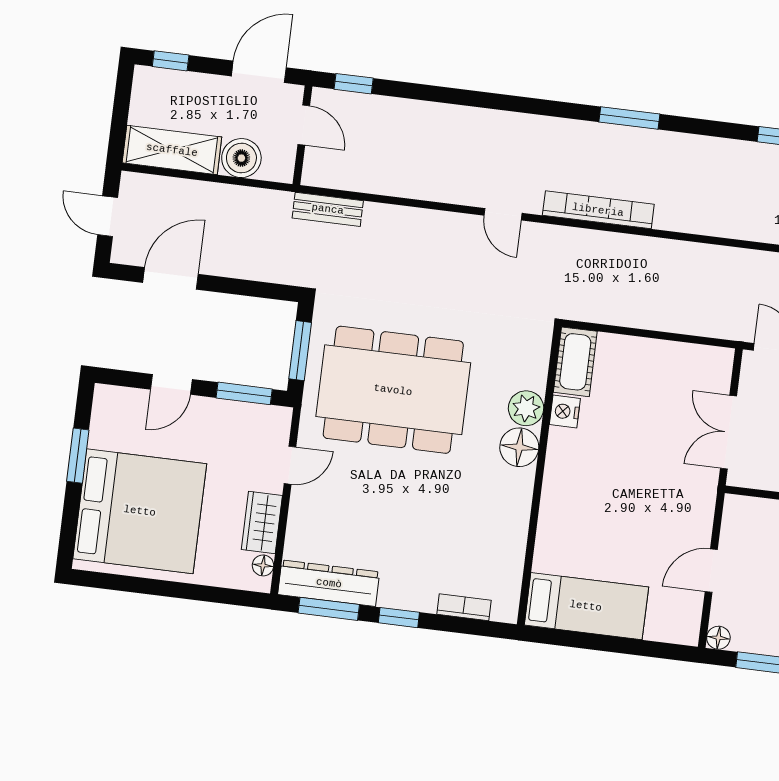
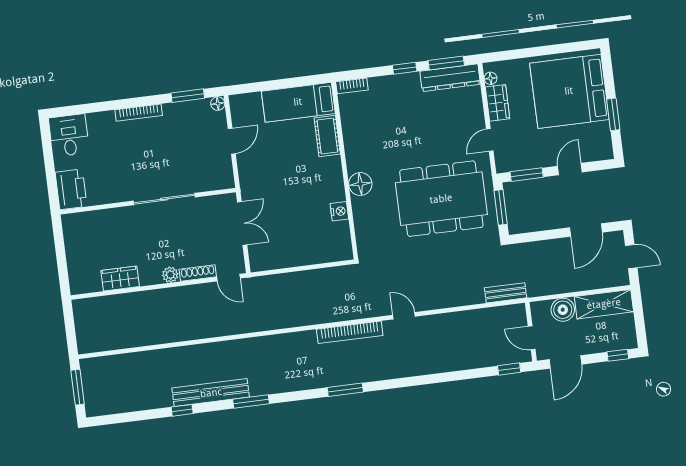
cot: (575, 362) -> (327, 136), moved
plant: (526, 408) -> (362, 207), removed
bookcase: (464, 607) -> (352, 86), moved

